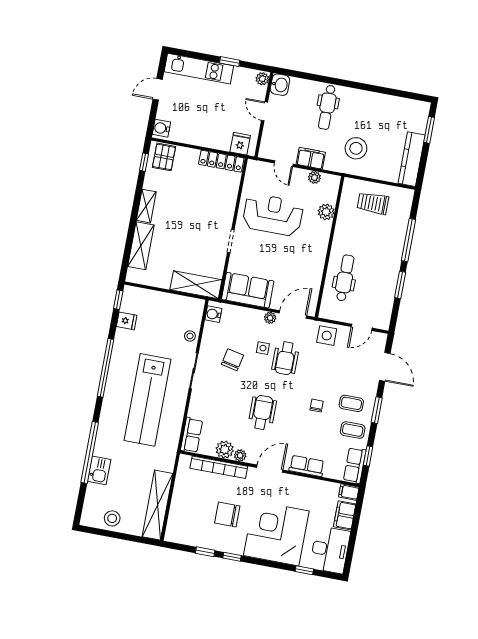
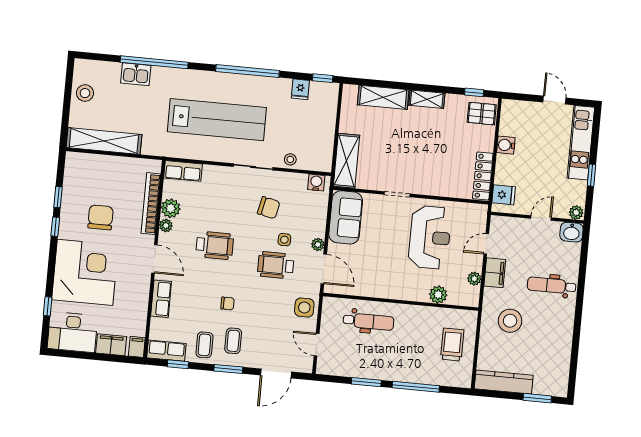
water cooler: (161, 128) -> (506, 145), moved, turned -90
lab bench: (147, 400) -> (217, 120), turned 180

